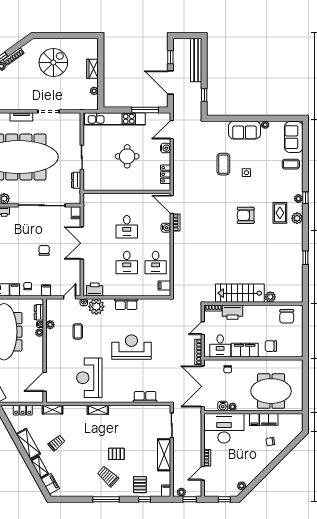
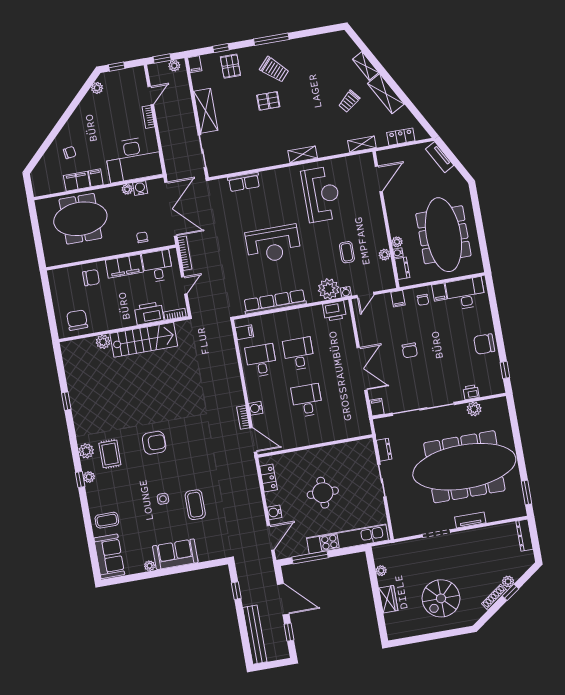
row of seats: (126, 304) -> (275, 302), width x2.02
filing cabinet: (50, 484) -> (348, 46), removed

